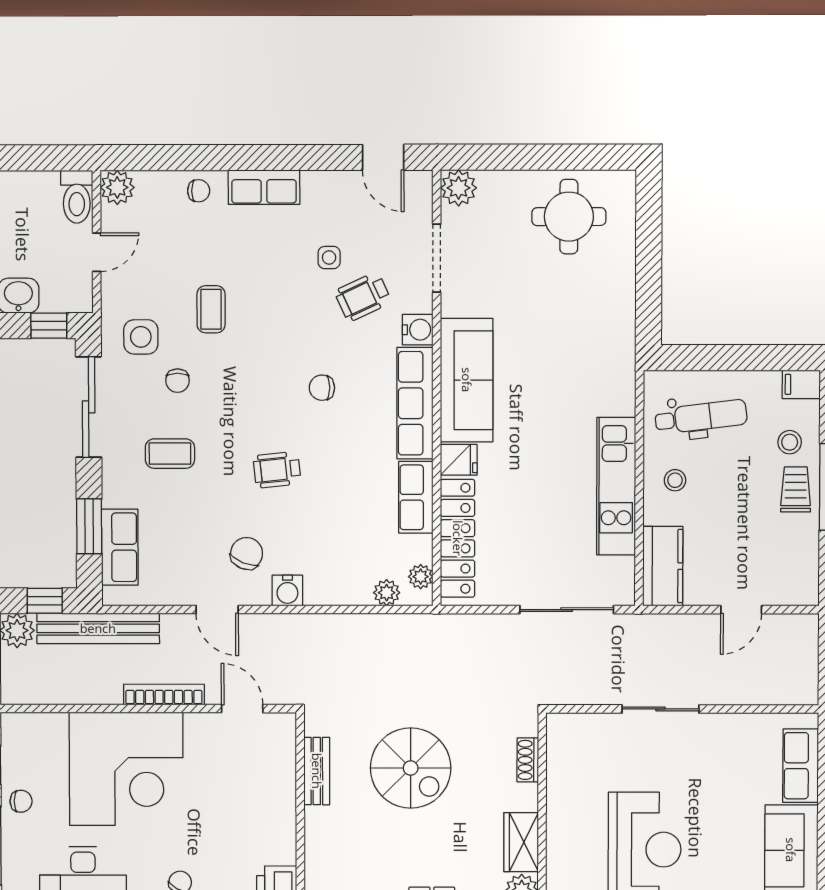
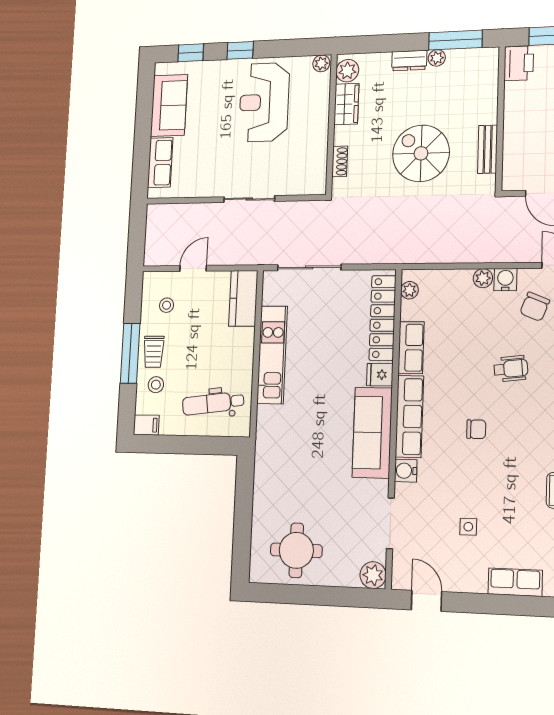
wheelchair: (363, 297) -> (444, 496), removed
stool: (675, 480) -> (167, 305), moved
plant: (387, 593) -> (483, 278), moved

